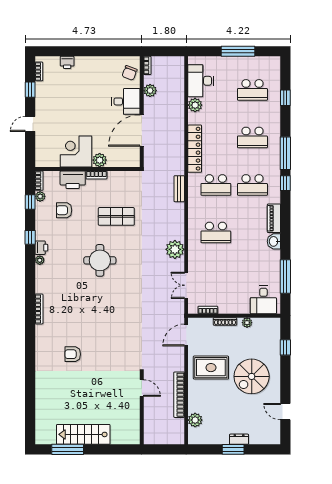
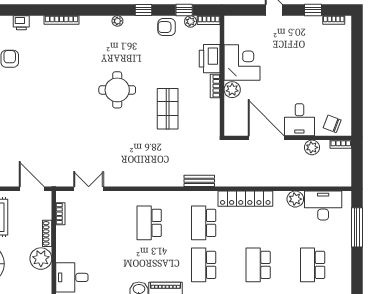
window: (238, 51) -> (357, 227), moved
printer: (67, 62) -> (344, 52), removed
armchair: (64, 210) -> (167, 27), moved, turned -90
printer: (41, 248) -> (21, 23), moved
plant: (175, 249) -> (130, 176), removed
plant: (247, 323) -> (41, 259), width x1.88, depth x1.88

